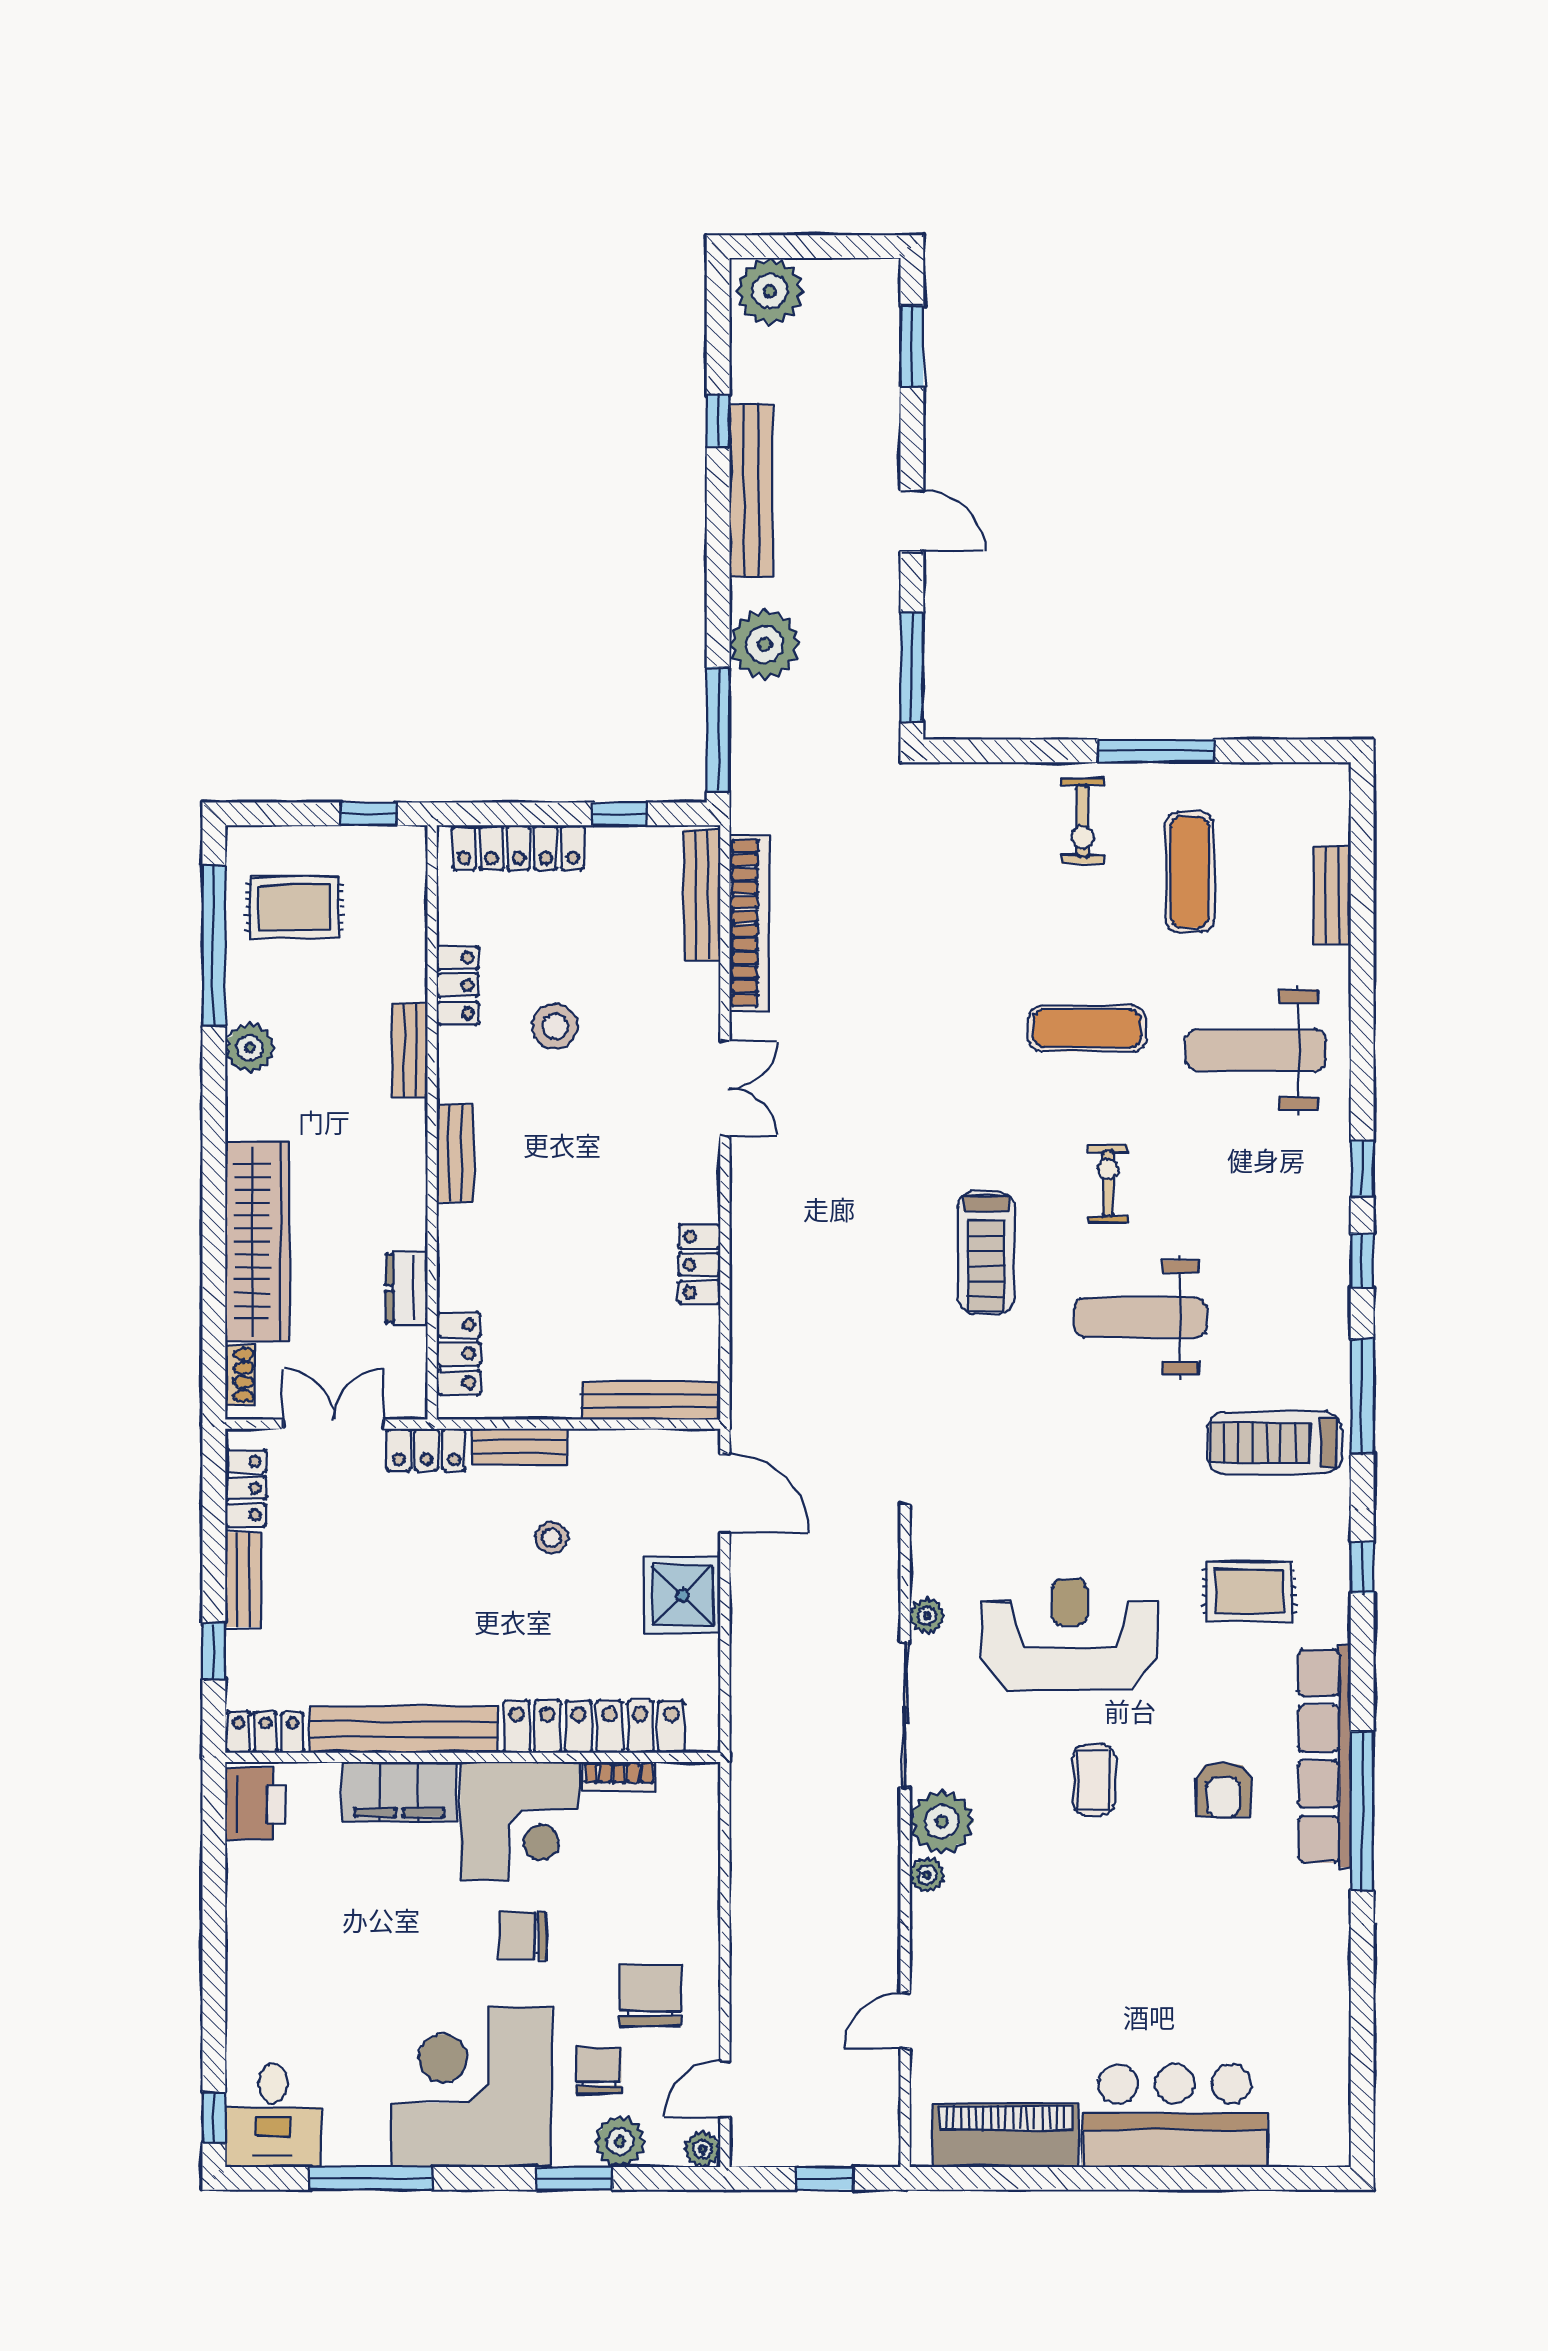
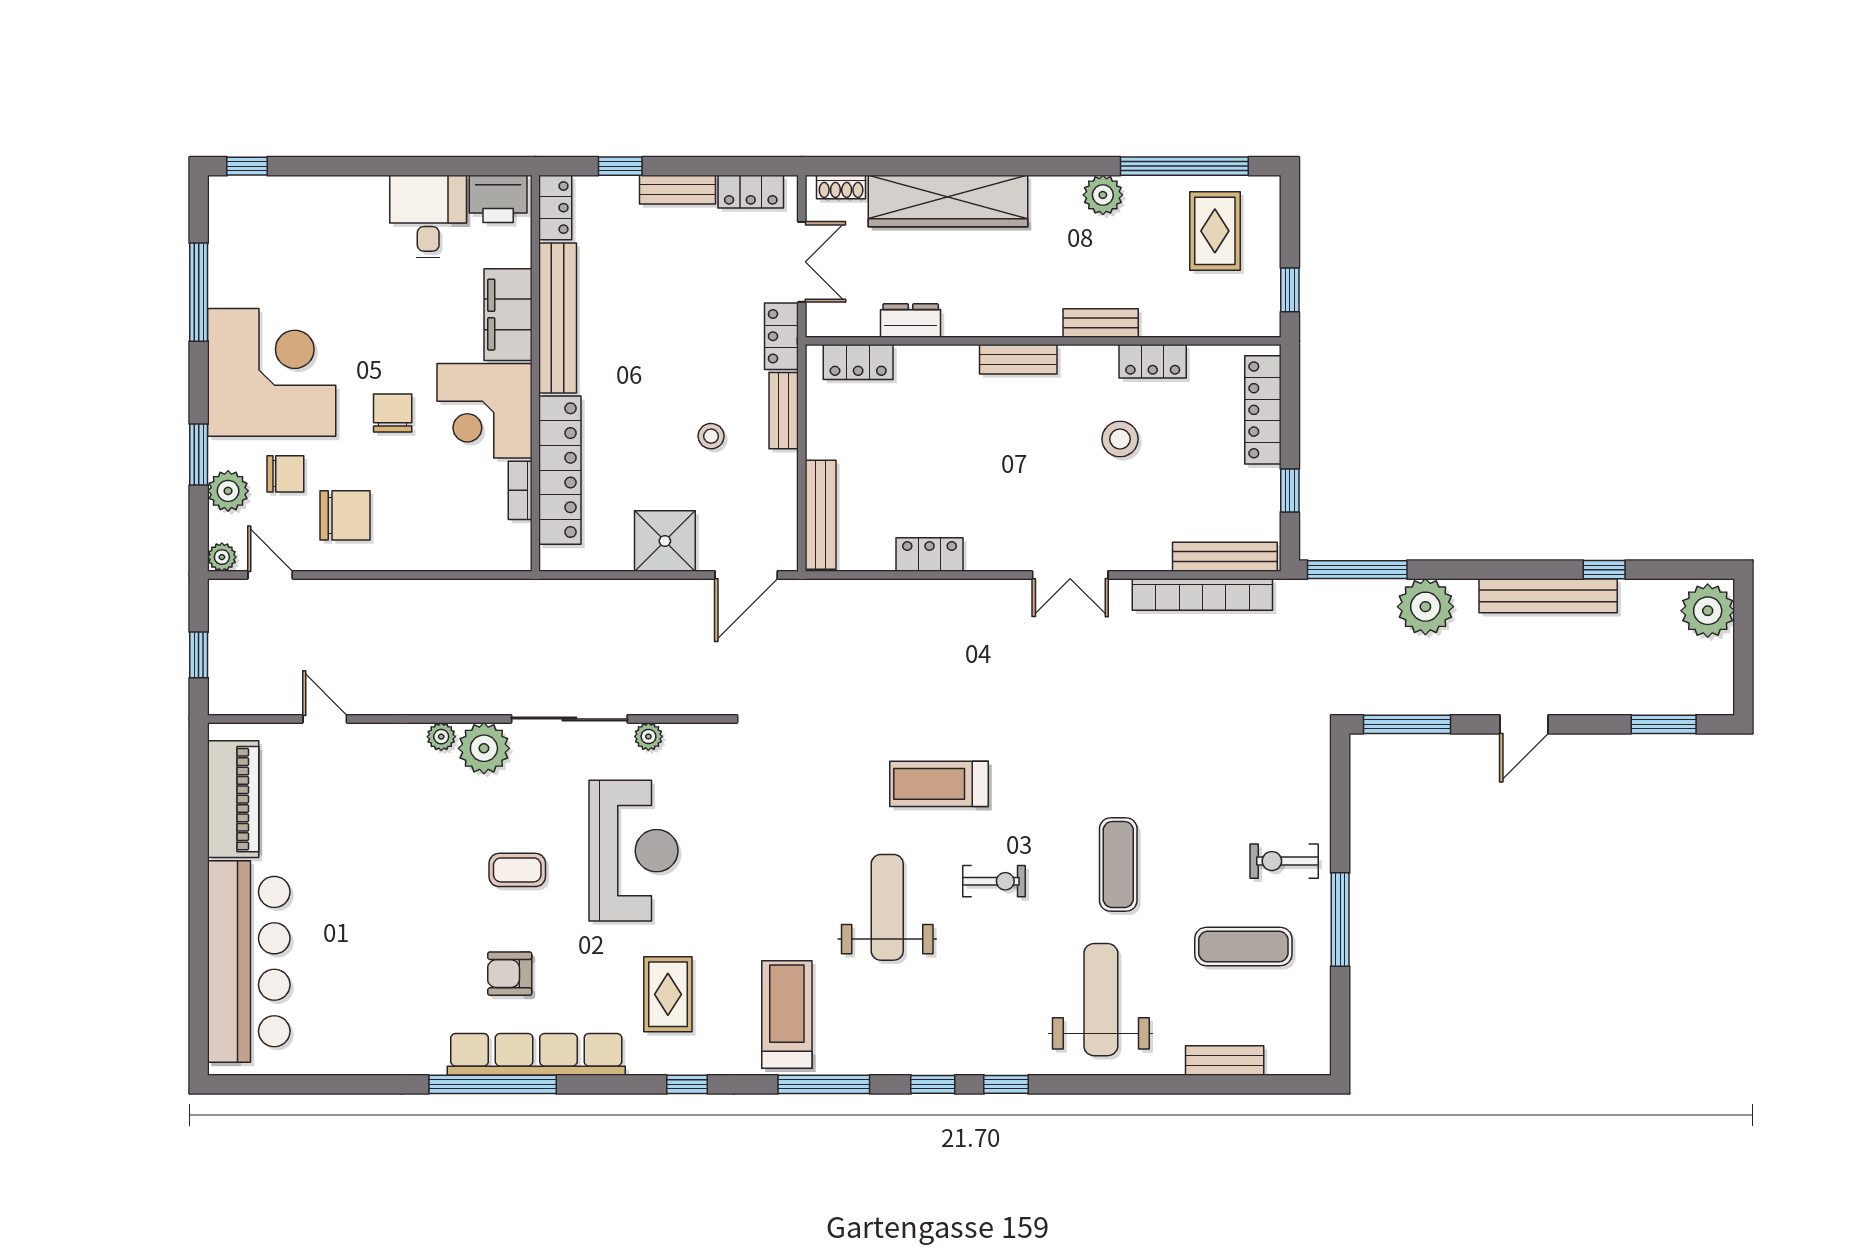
desk: (273, 2115) -> (428, 217), moved, turned 90
bar counter: (1175, 2116) -> (249, 962), width x1.36

